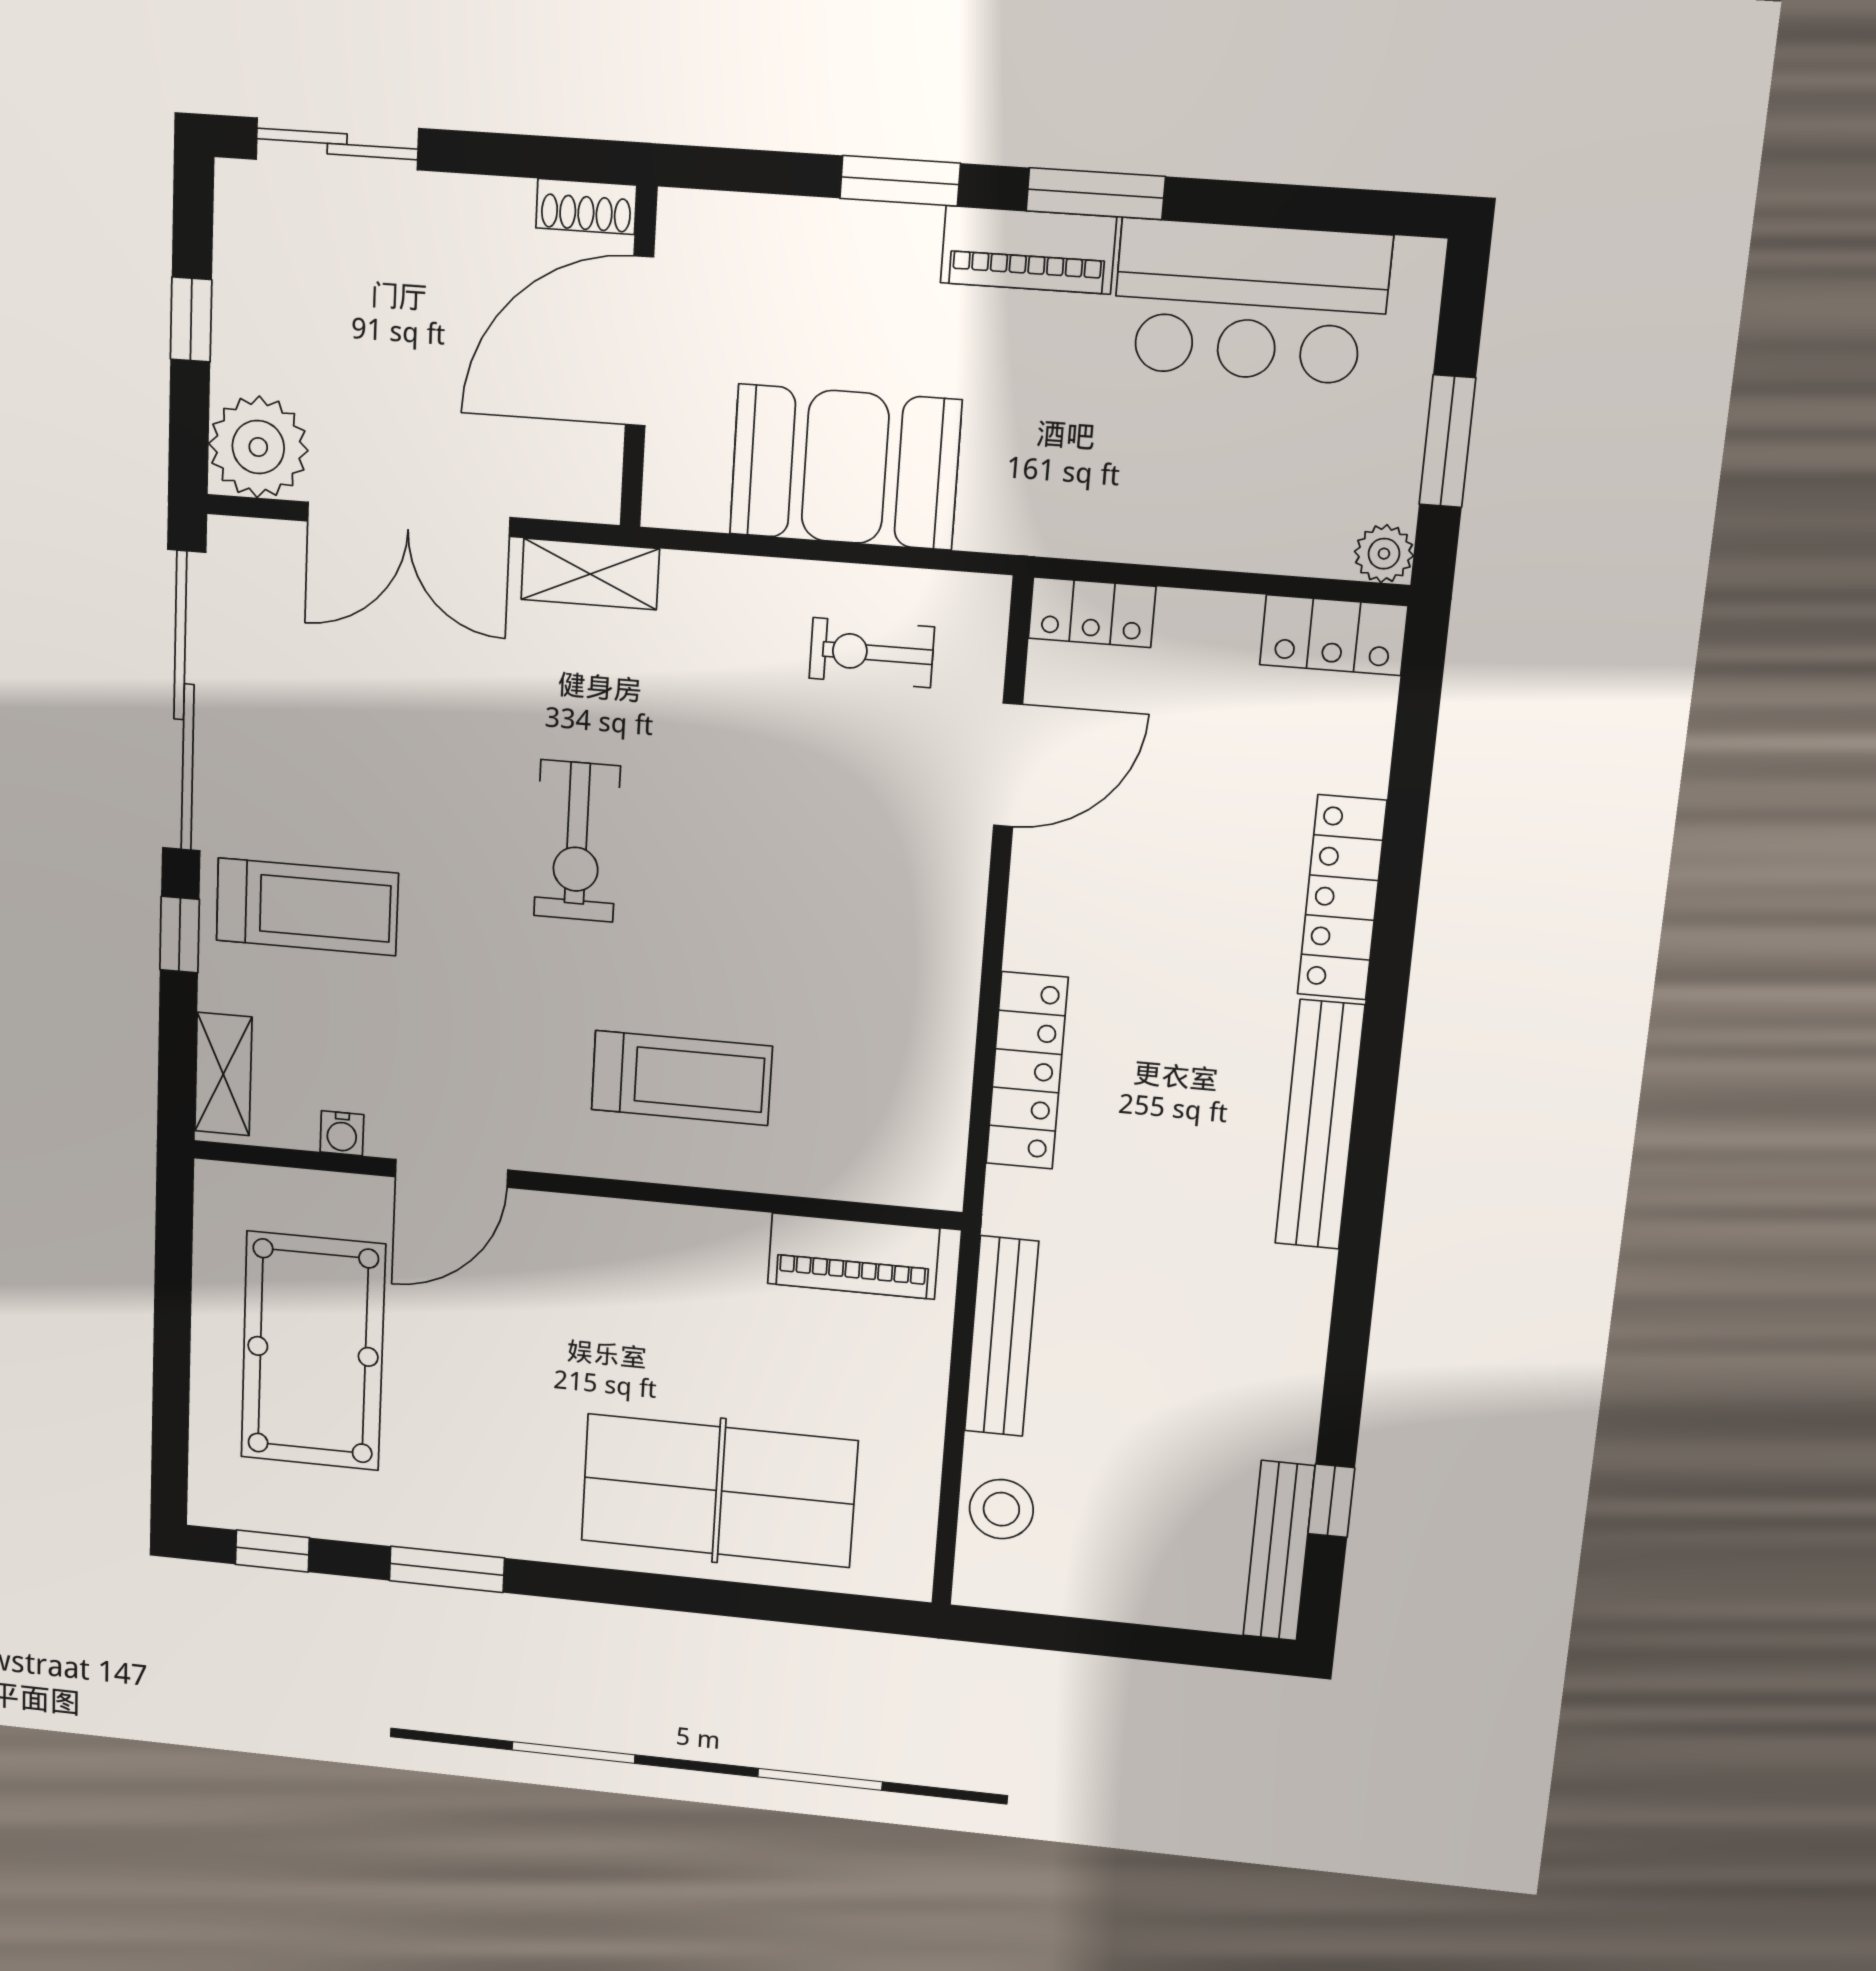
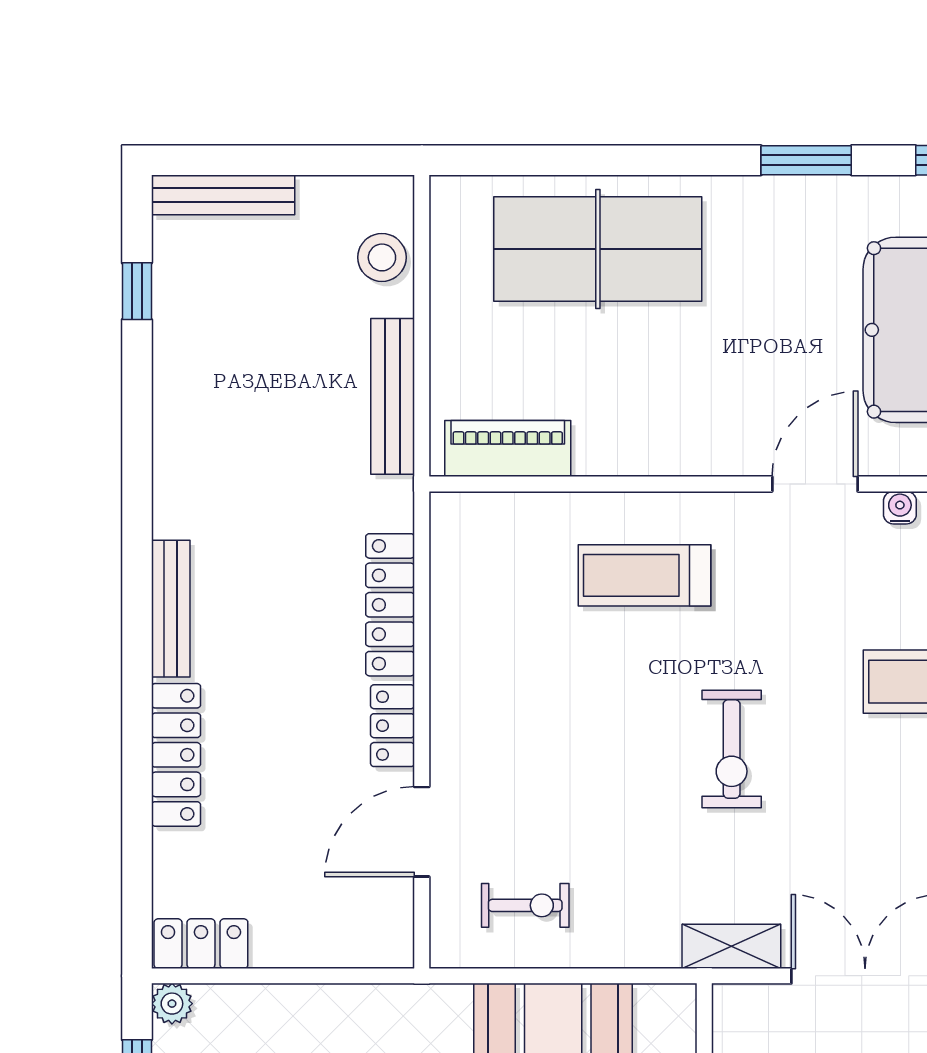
locker: (1092, 612) -> (393, 726), moved, turned -90
exercise bike: (577, 841) -> (732, 749), turned 180
bench: (1320, 1125) -> (171, 609), width x0.73, depth x0.82
bench: (1279, 1551) -> (223, 195), moved, turned 90

